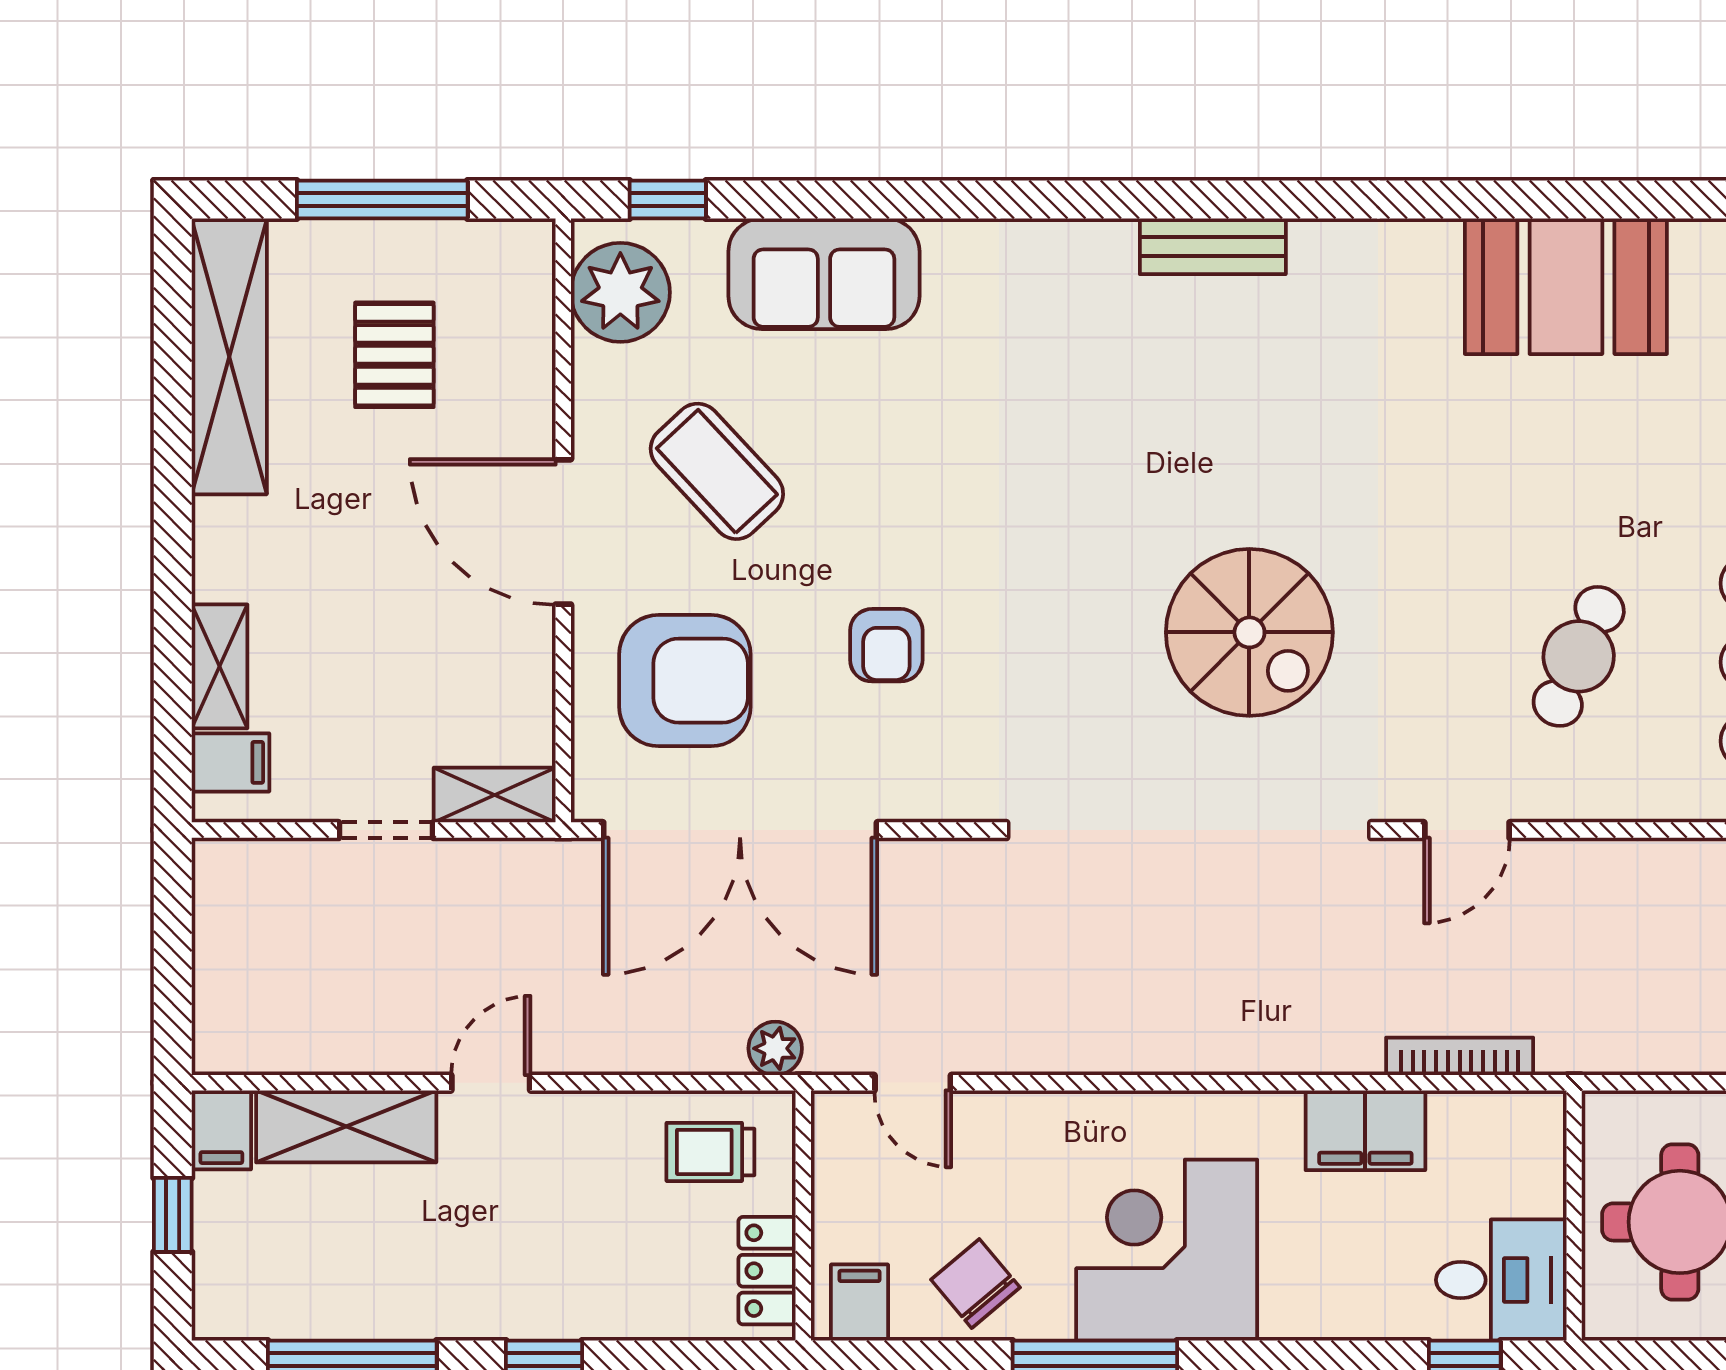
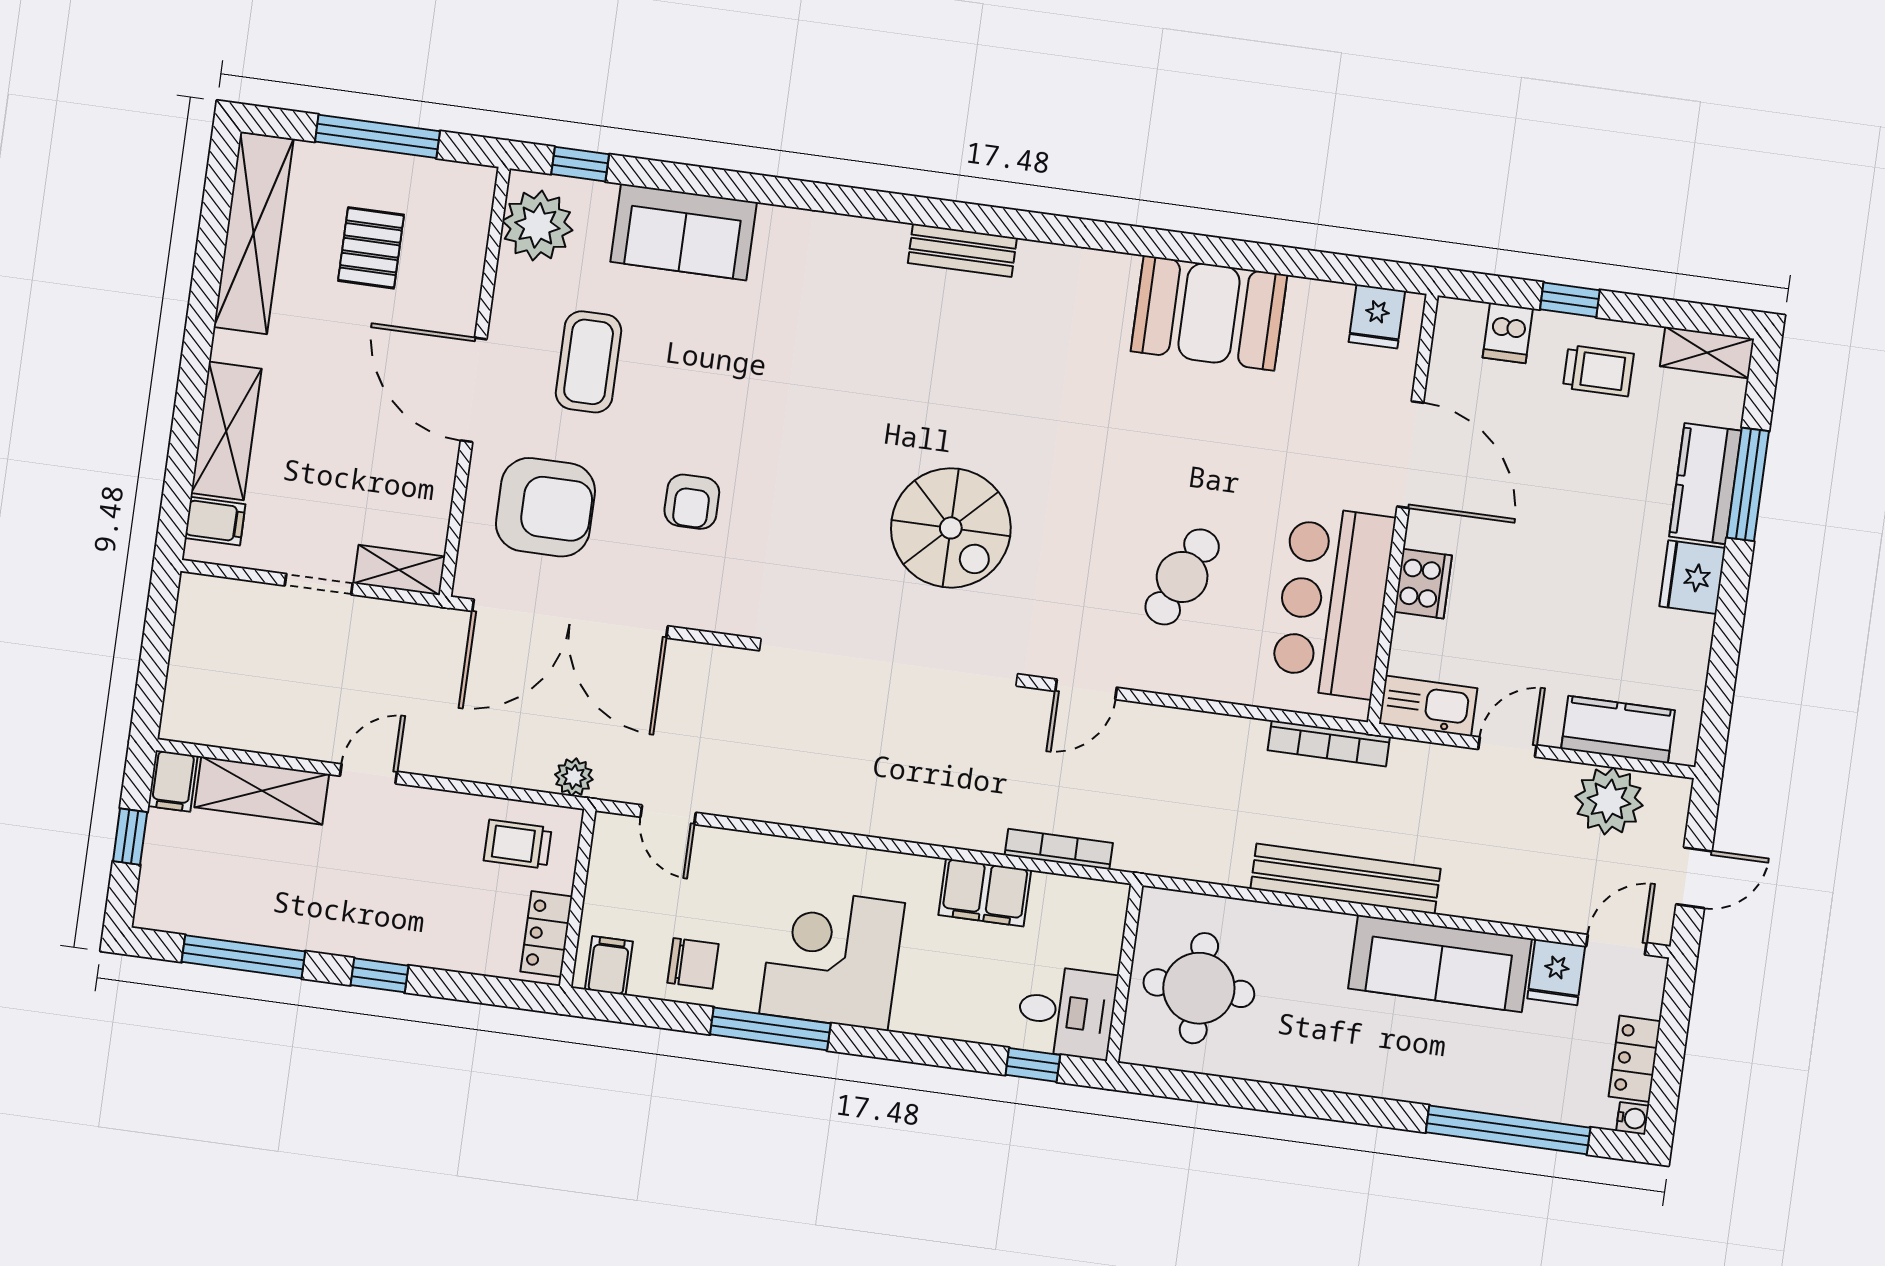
coffee table: (717, 471) -> (589, 362), turned 43
shelving: (220, 666) -> (226, 431), width x1.50, depth x1.33
chair: (975, 1284) -> (693, 963), turned 130

